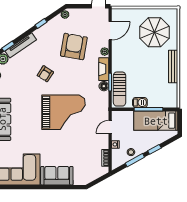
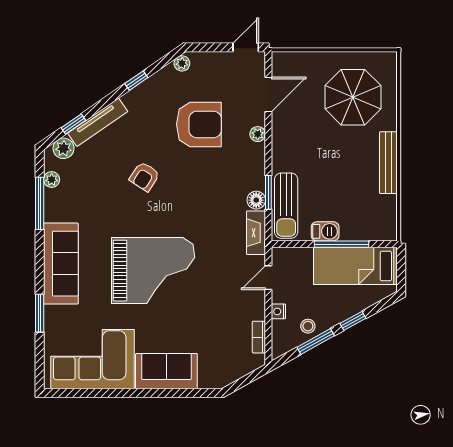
armchair: (74, 47) -> (199, 124), turned 80
fireplace: (104, 69) -> (256, 233), moved
grand piano: (63, 112) -> (153, 271), moved

